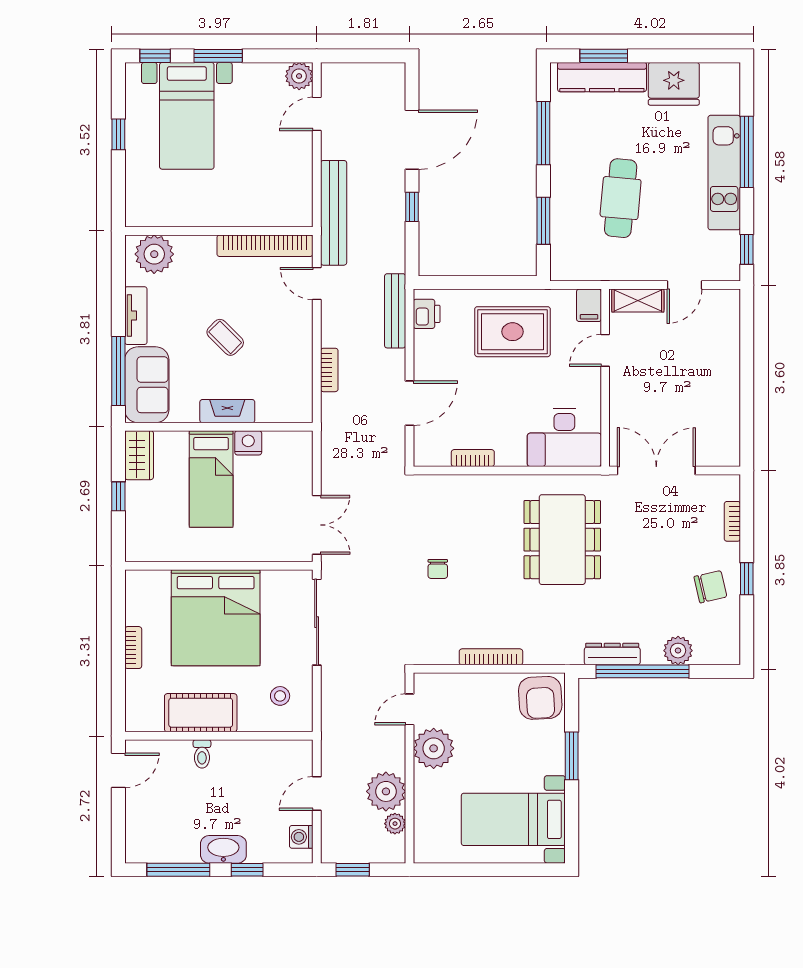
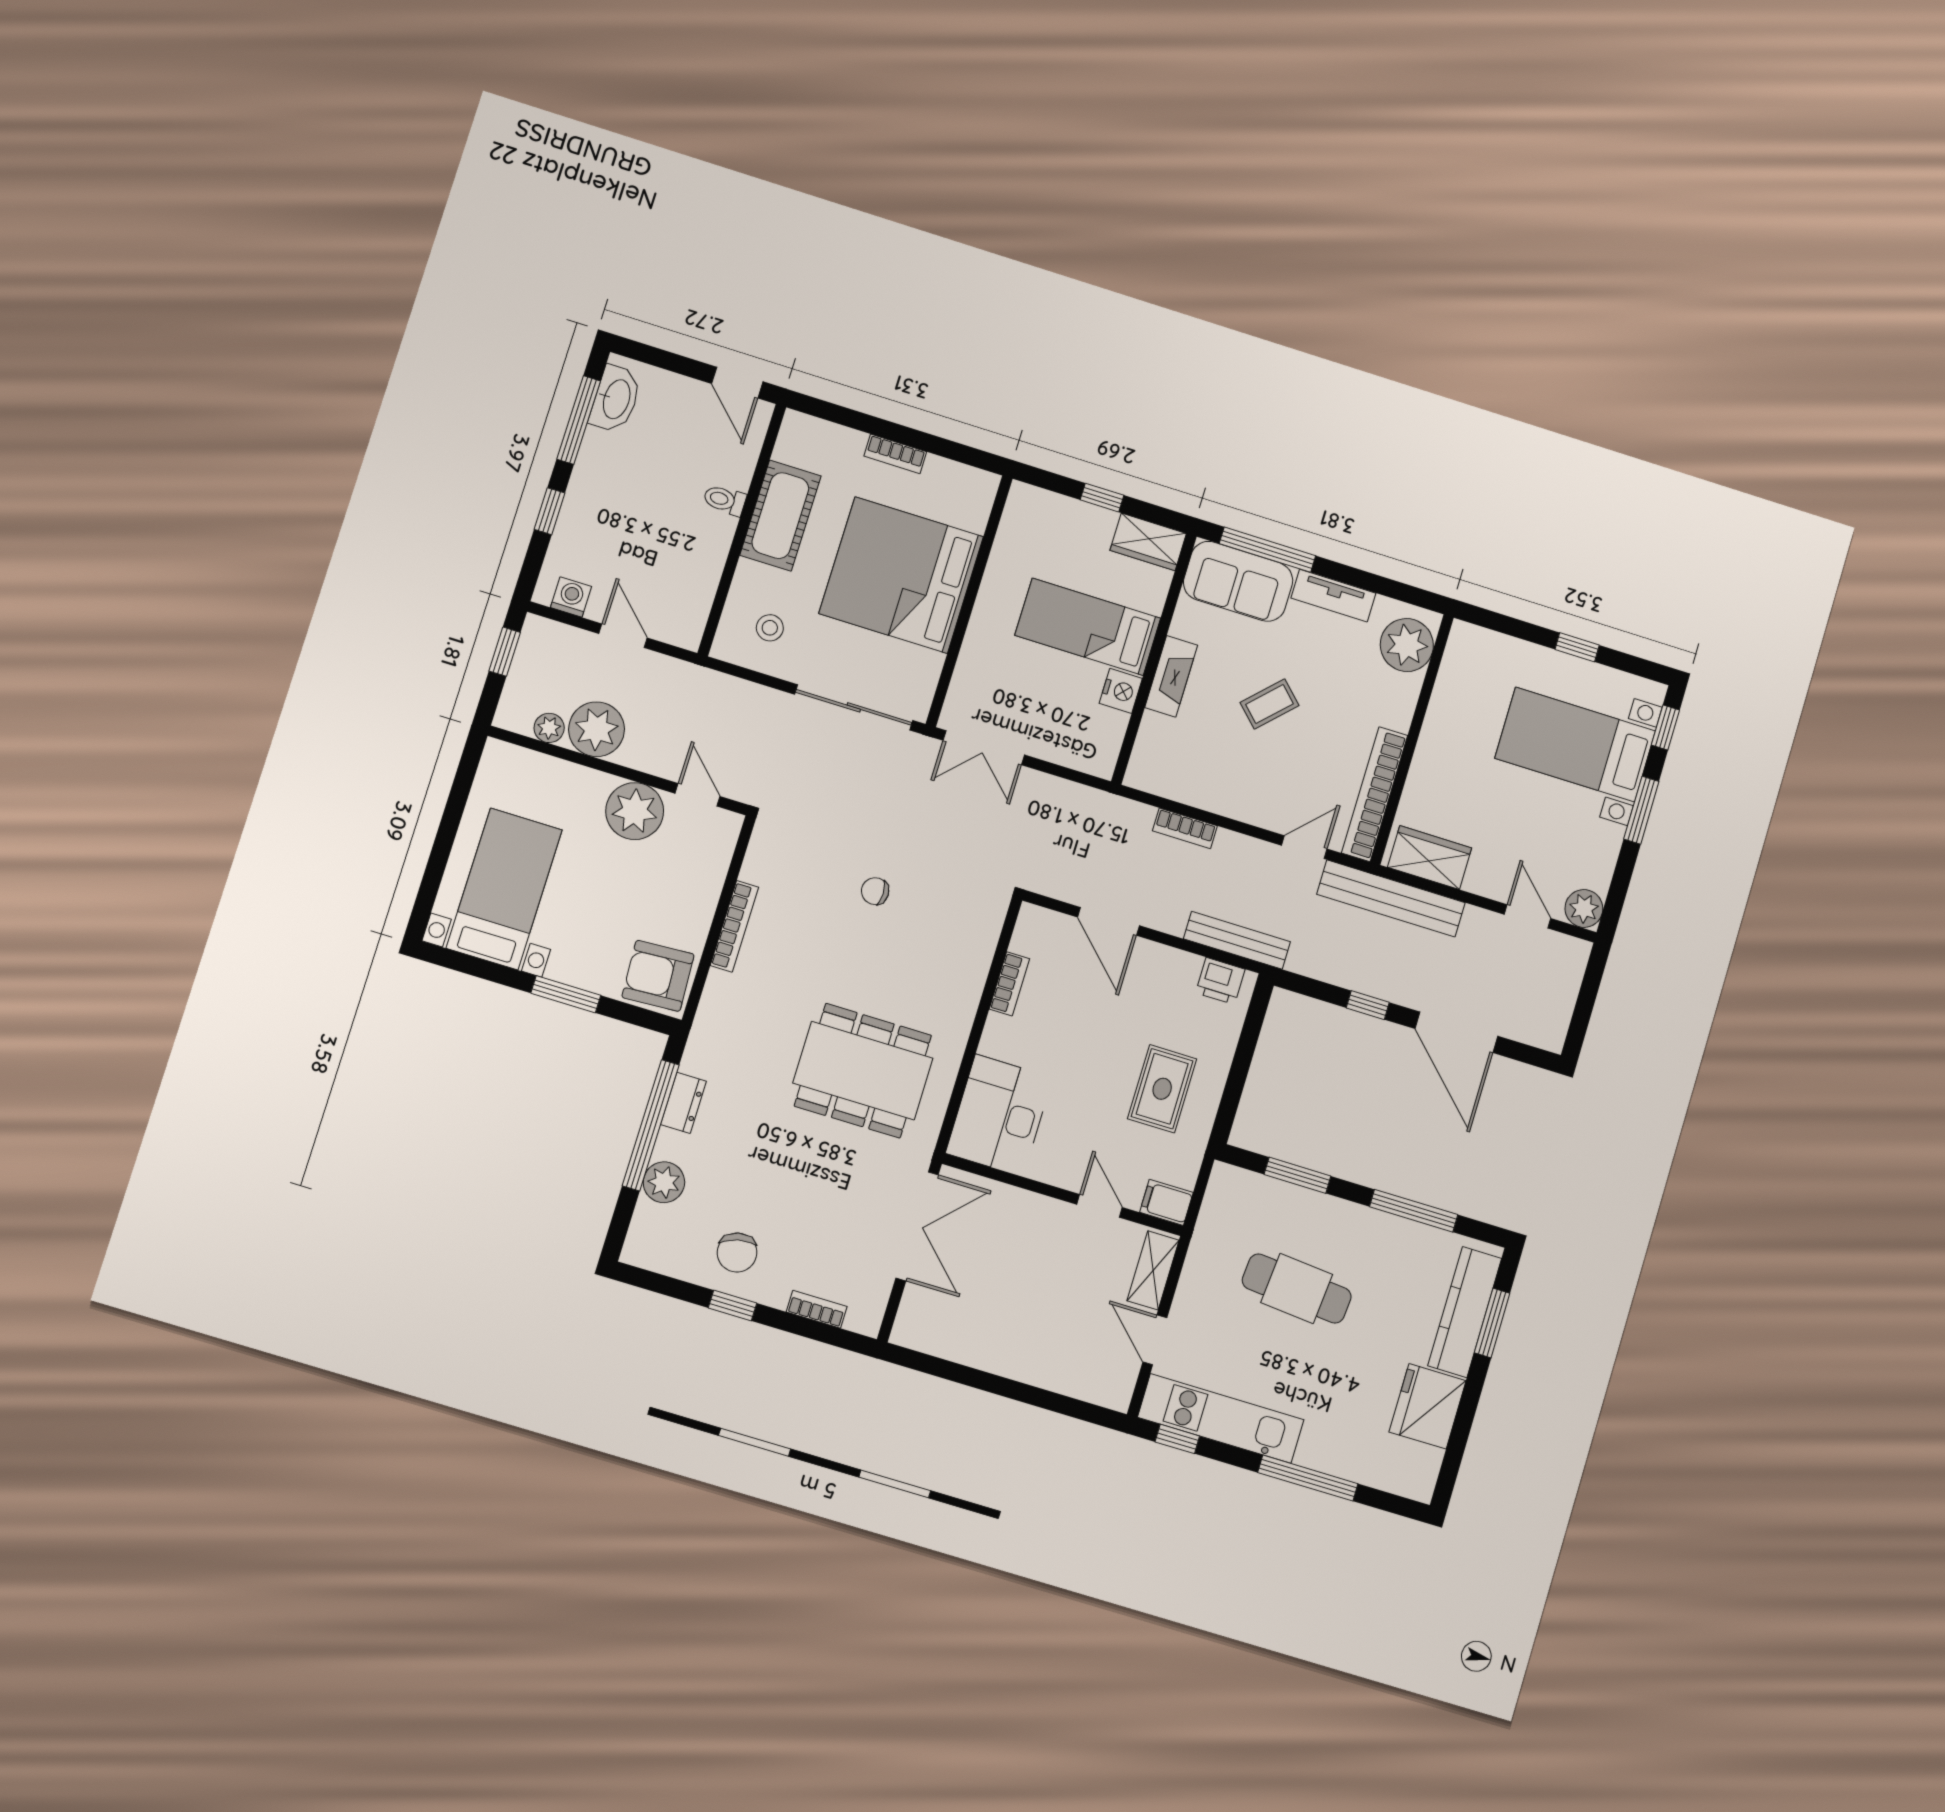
kitchen unit: (724, 173) -> (1221, 1418), moved
wardrobe: (297, 194) -> (1430, 858), added
rug: (512, 332) -> (1162, 1089), width x0.73, depth x0.70
dresser: (612, 654) -> (683, 1103), width x0.70
washbasin: (223, 849) -> (616, 399), moved

